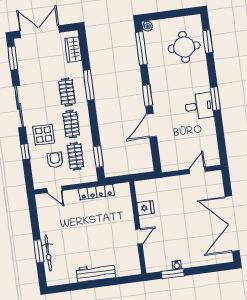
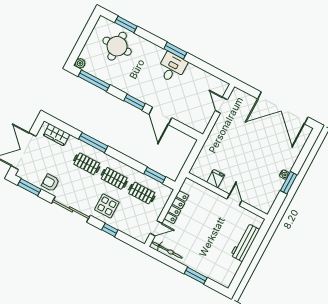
armchair: (55, 160) -> (50, 183), moved
locker: (96, 192) -> (176, 207), moved
fridge: (145, 208) -> (216, 179), moved
wall: (138, 228) -> (227, 196), moved
door: (139, 236) -> (234, 200), moved
bicycle: (48, 253) -> (167, 250), moved

